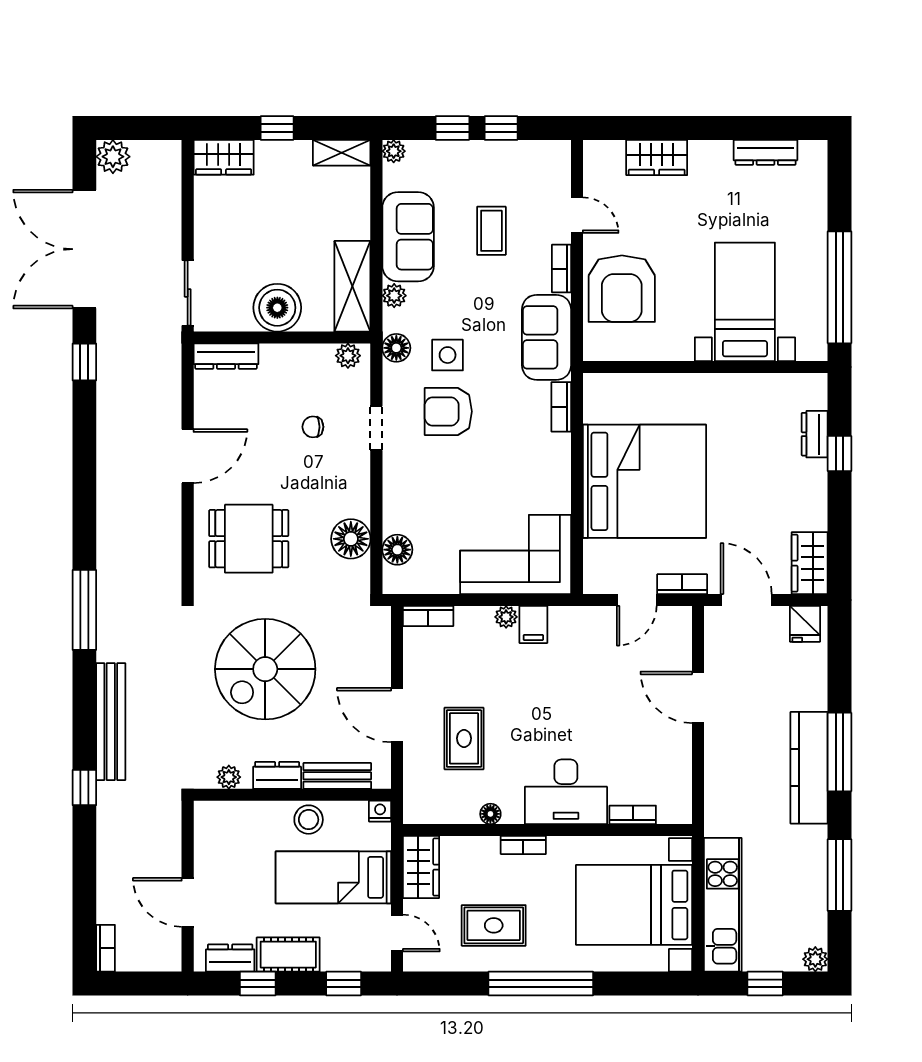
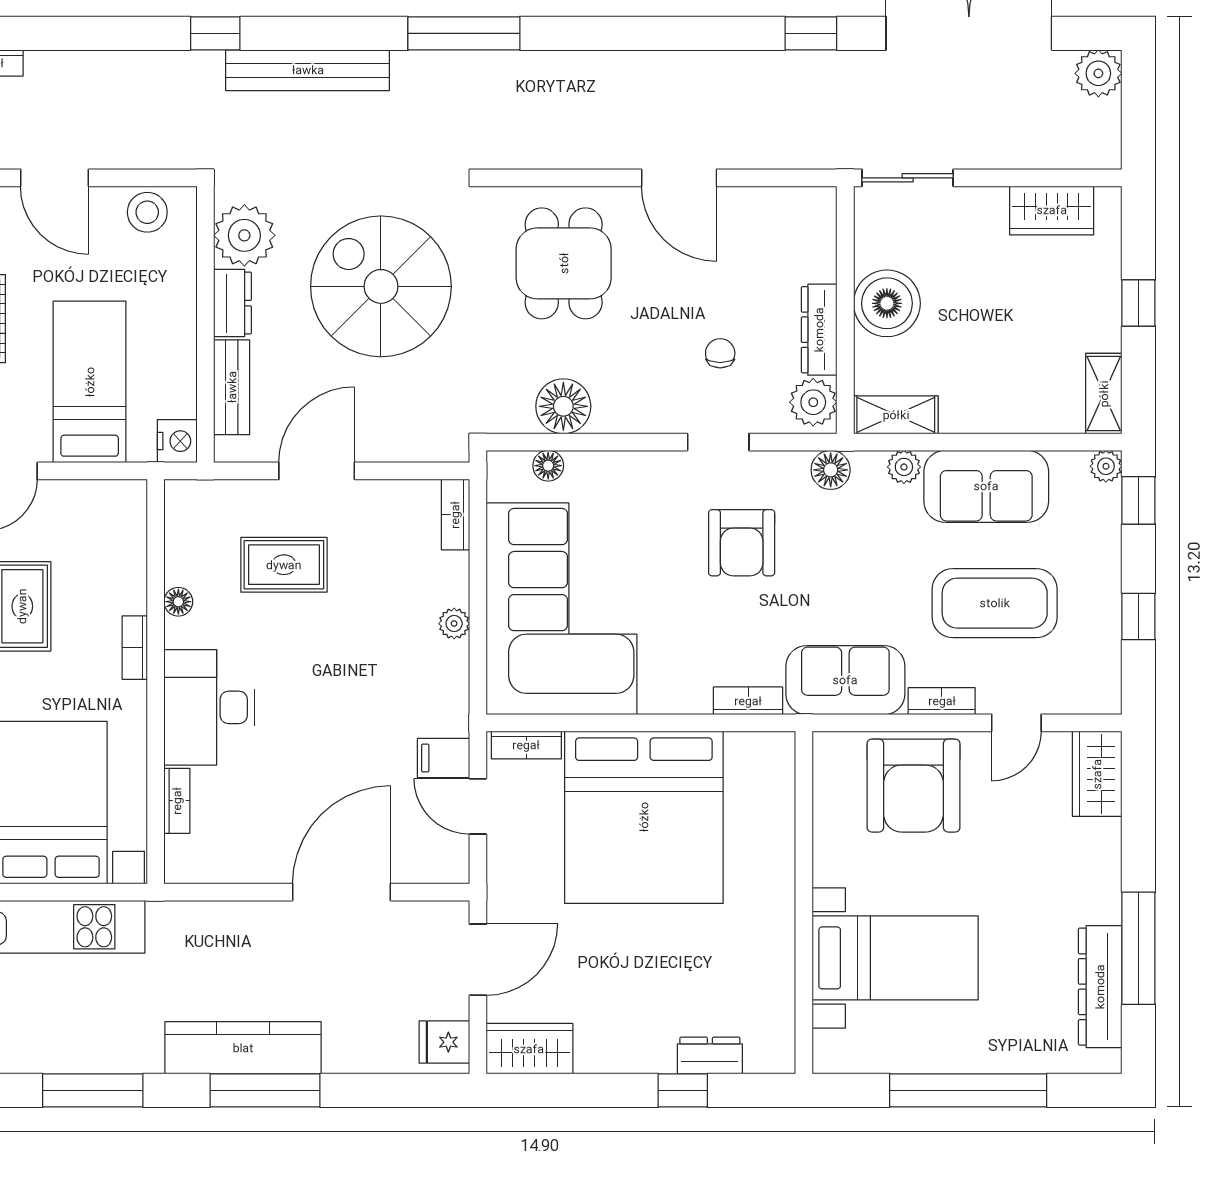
window: (452, 128) -> (1138, 500), moved
window: (738, 128) -> (1138, 948), added
dresser: (765, 152) -> (1100, 987), width x1.37, depth x1.24
wardrobe: (224, 157) -> (1052, 210), moved, turned -90
wardrobe: (657, 158) -> (1097, 774), moved
coffee table: (491, 231) -> (995, 603), width x1.86, depth x1.72
shelving: (352, 286) -> (896, 415), width x0.67, depth x0.75
window: (839, 287) -> (968, 1090), moved
armchair: (622, 289) -> (913, 786), turned -90
side table: (448, 355) -> (821, 542), removed
dresser: (226, 356) -> (819, 330), moved
plant: (348, 356) -> (813, 402), width x1.38, depth x1.38
armchair: (448, 411) -> (742, 543), turned 180
floor lamp: (397, 550) -> (548, 466), width x0.73, depth x0.73
corner sofa: (516, 554) -> (561, 609), width x1.36, depth x1.36
bookcase: (682, 584) -> (526, 745), moved, turned 90
filing cabinet: (533, 624) -> (444, 758), moved
door: (698, 697) -> (342, 892), width x1.36
plant: (229, 777) -> (244, 235), width x1.88, depth x1.88
nightstand: (380, 811) -> (177, 441), width x1.39, depth x1.35
stool: (309, 820) -> (147, 212), moved
wardrobe: (421, 867) -> (104, 504), removed
door: (188, 902) -> (55, 178), swing flipped

